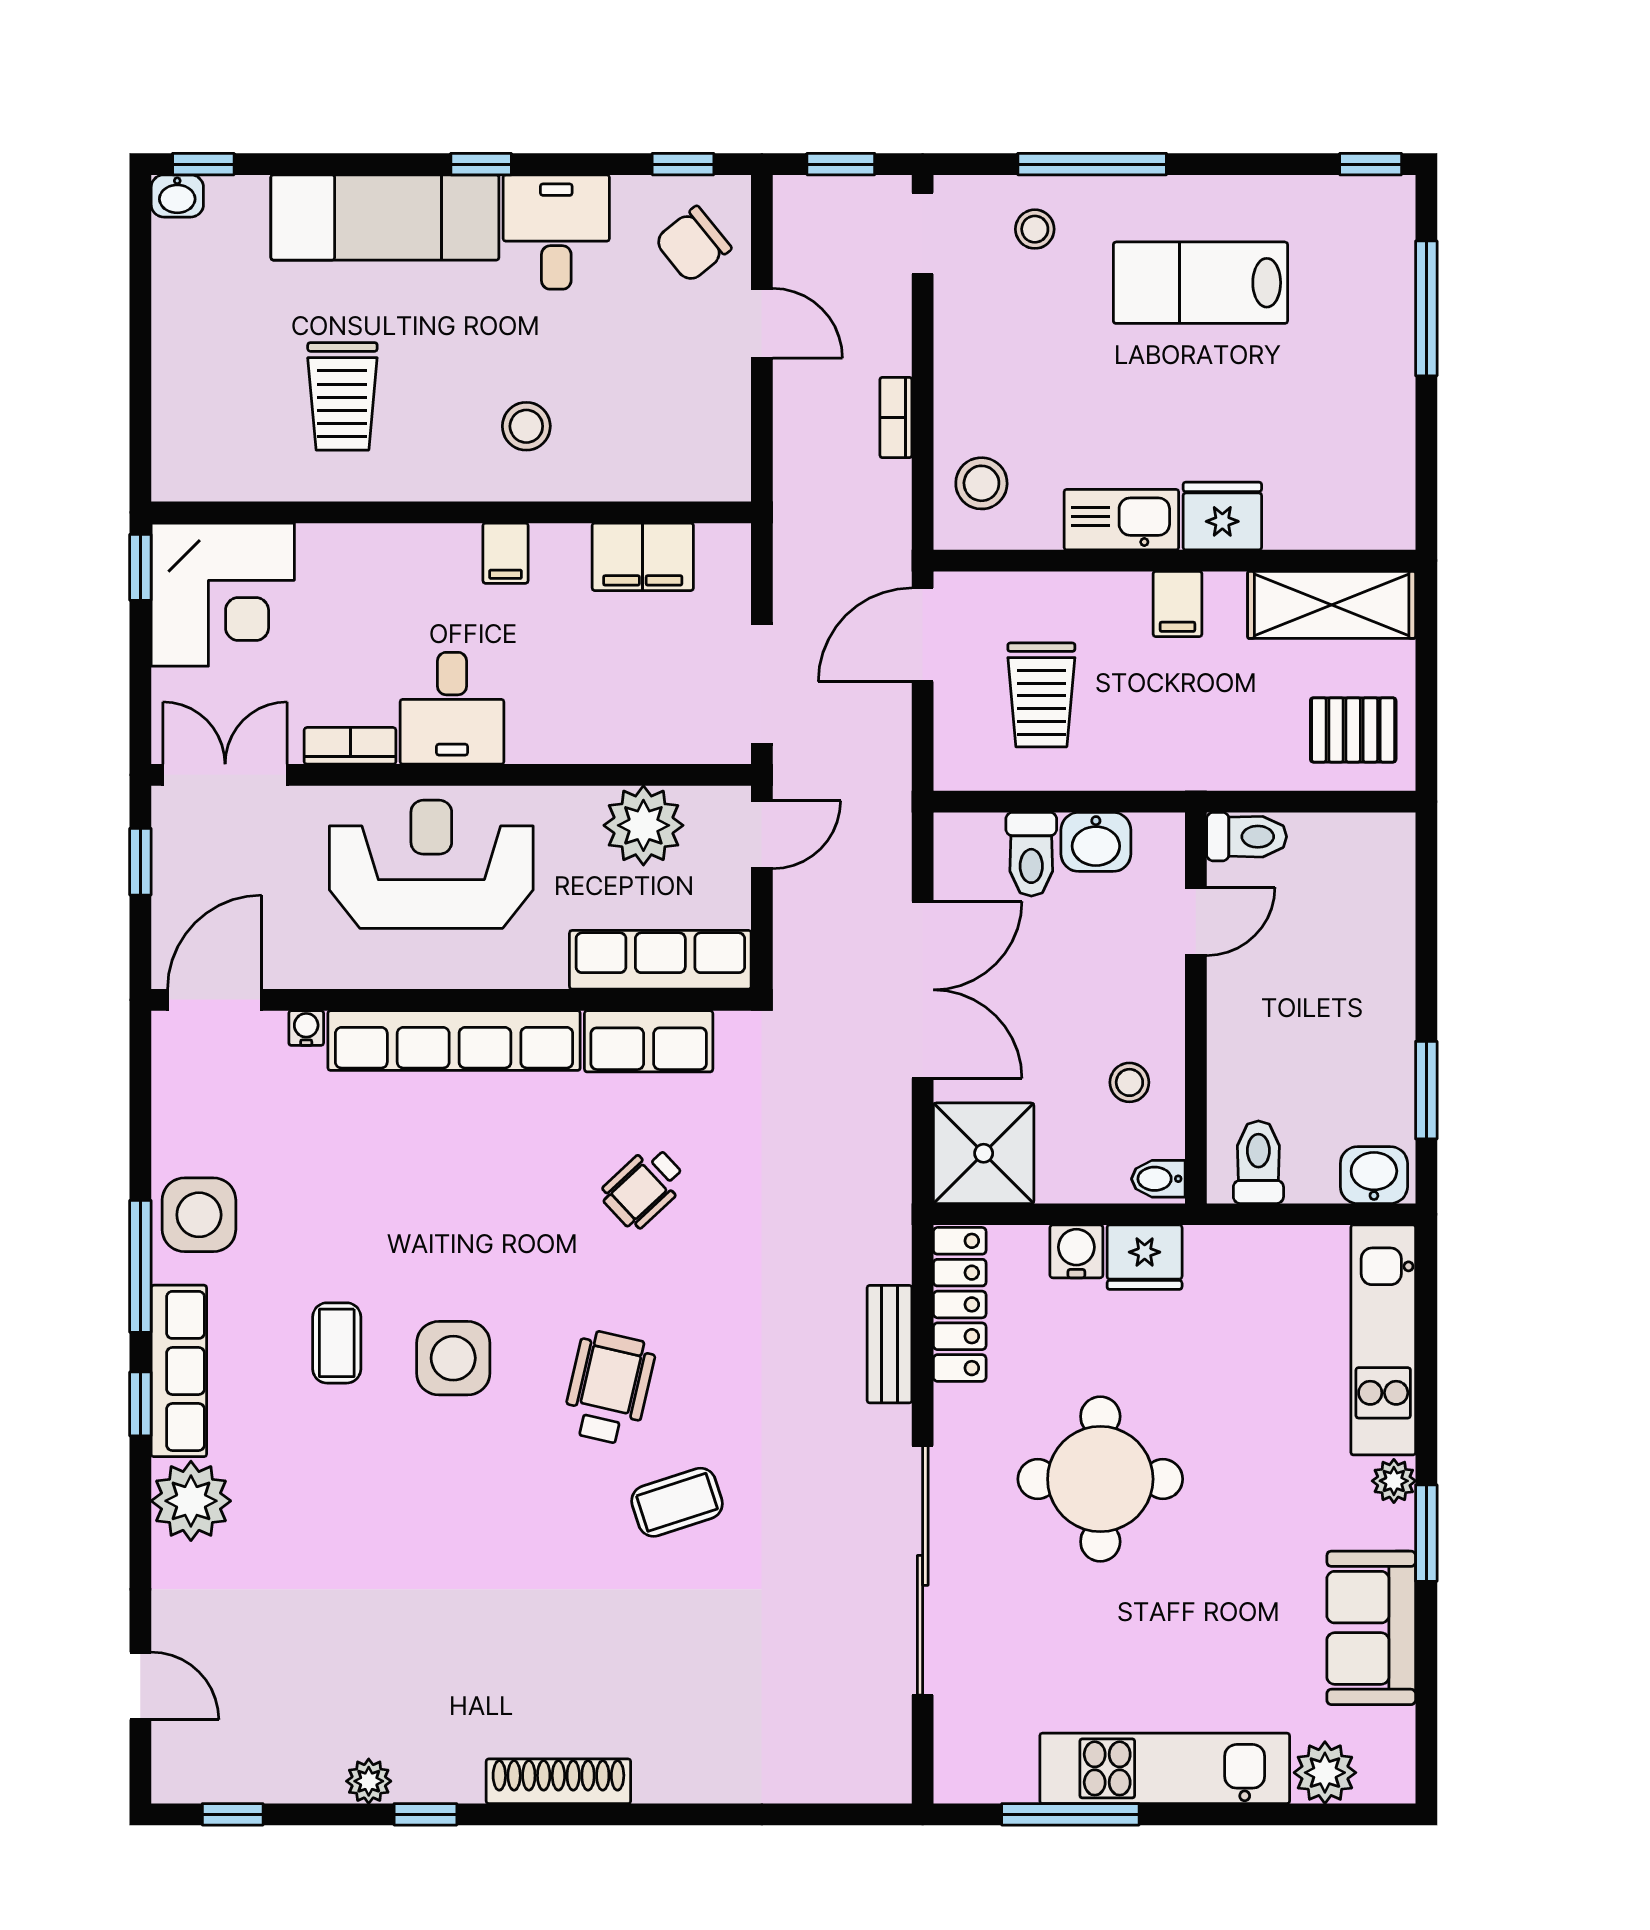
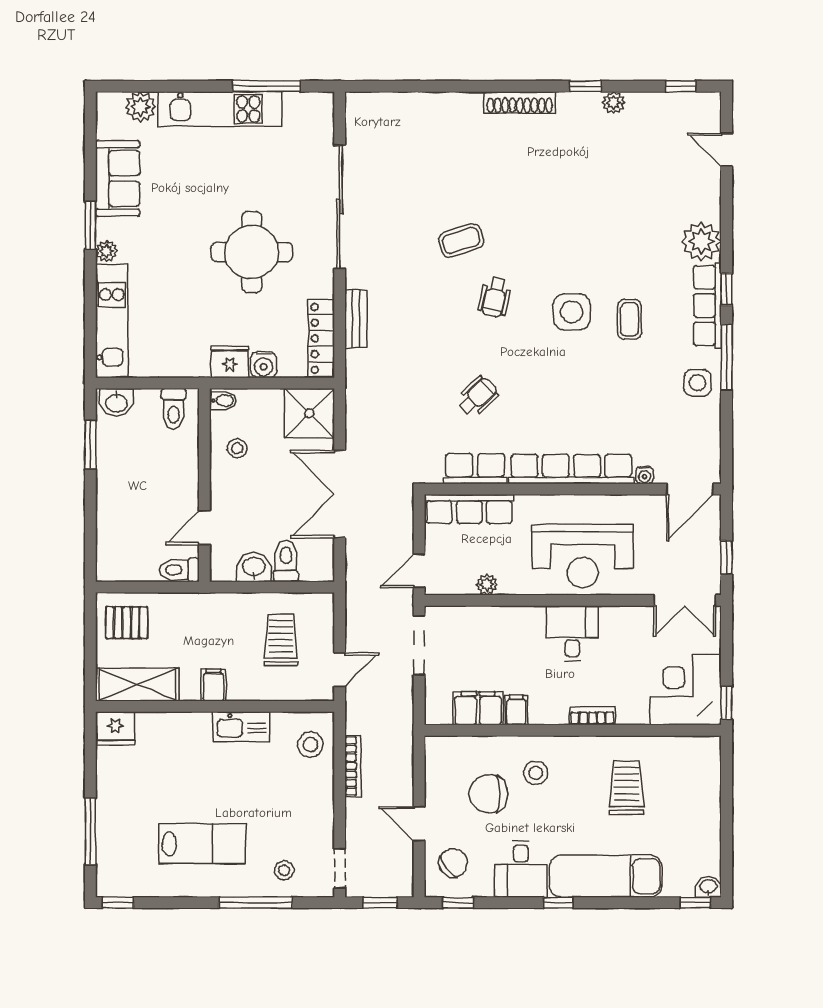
chair: (622, 384) -> (489, 794), added
bookcase: (896, 417) -> (353, 766), width x1.56
fridge: (1222, 516) -> (115, 728), moved
filing cabinet: (505, 553) -> (516, 710), moved
door: (923, 635) -> (340, 670), width x0.73
bookcase: (350, 746) -> (592, 716), moved, turned 180
plant: (643, 825) -> (487, 585), width x0.53, depth x0.53
side table: (199, 1215) -> (698, 383), width x0.73, depth x0.73
wheelchair: (609, 1388) -> (495, 297), width x0.73, depth x0.73

